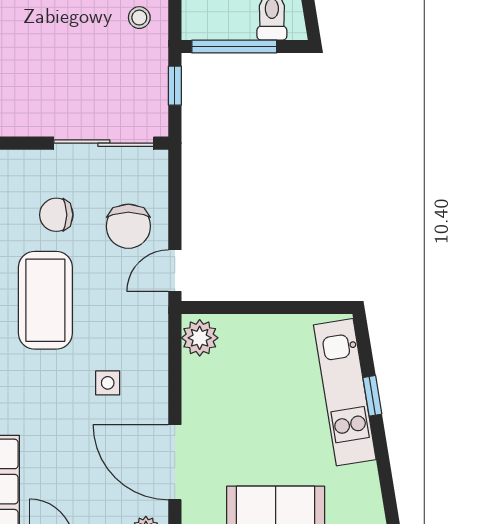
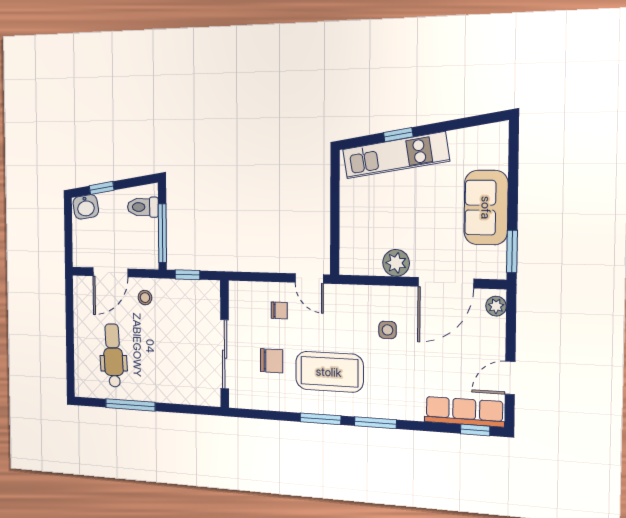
sliding door: (104, 143) -> (225, 354), moved
chair: (56, 215) -> (272, 361), turned -90
chair: (128, 226) -> (279, 310), width x0.54, depth x0.54
plant: (200, 338) -> (396, 263), moved

